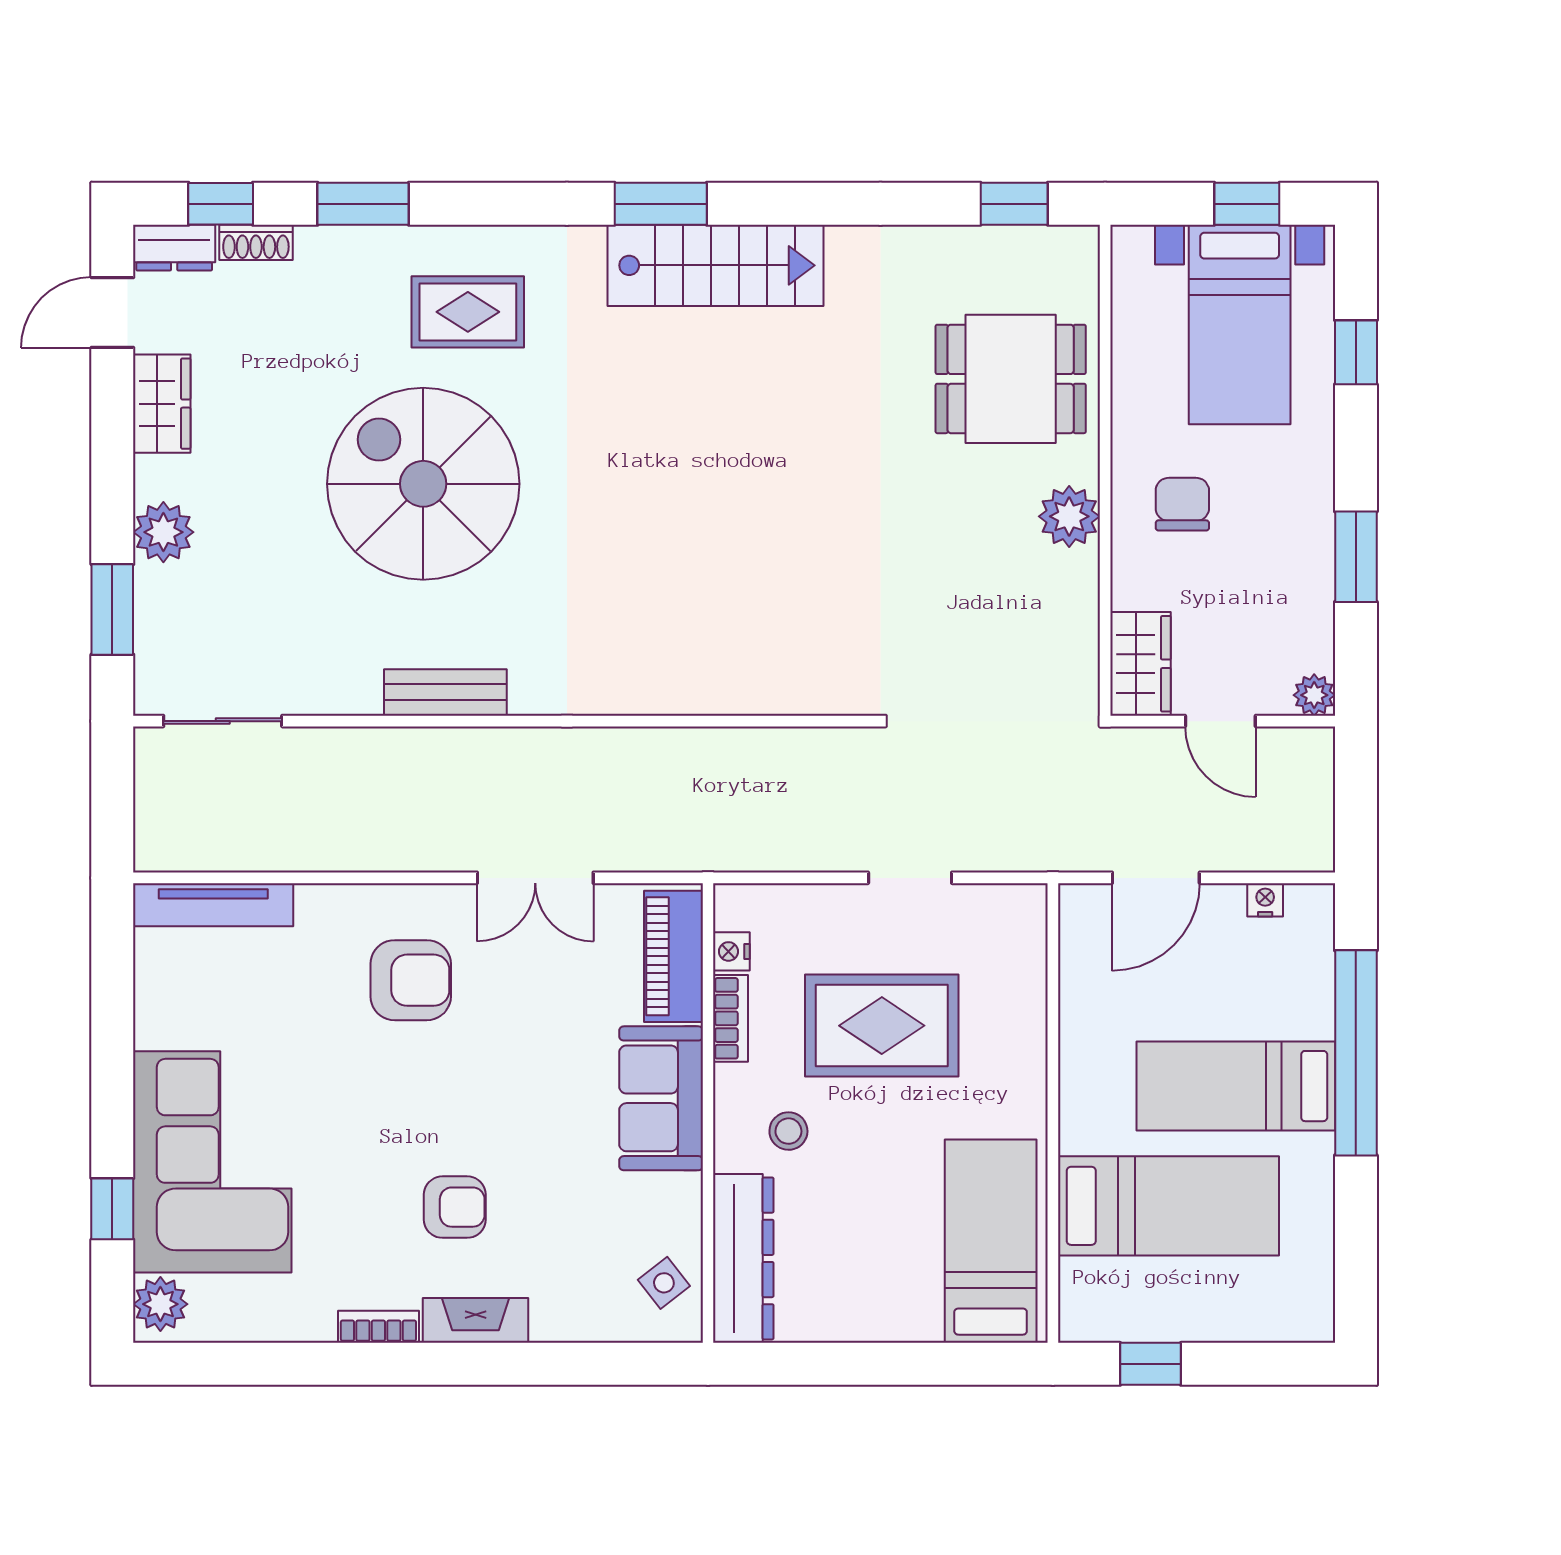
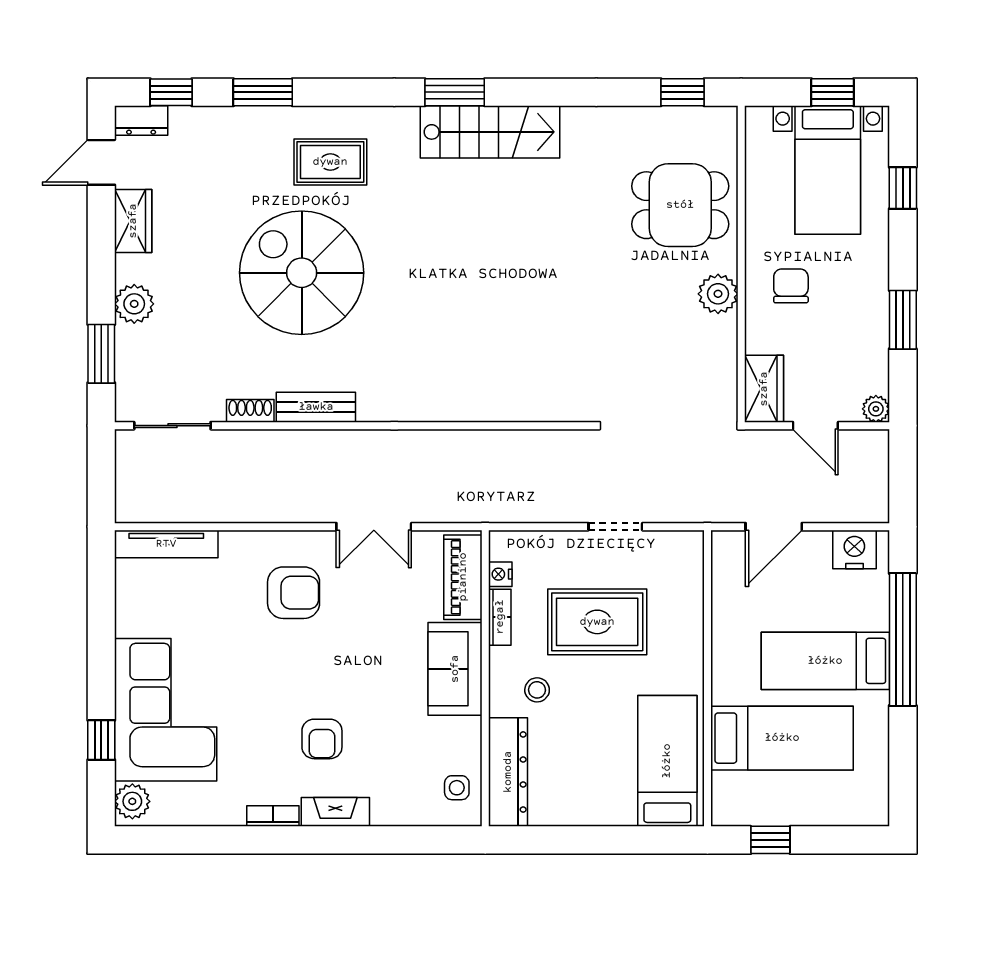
shoe rack: (256, 242) -> (250, 411), moved, turned 180
nightstand: (1265, 900) -> (854, 549), width x1.89, depth x1.79
armchair: (455, 1207) -> (322, 739), turned 90
side table: (664, 1283) -> (457, 788), turned 38

